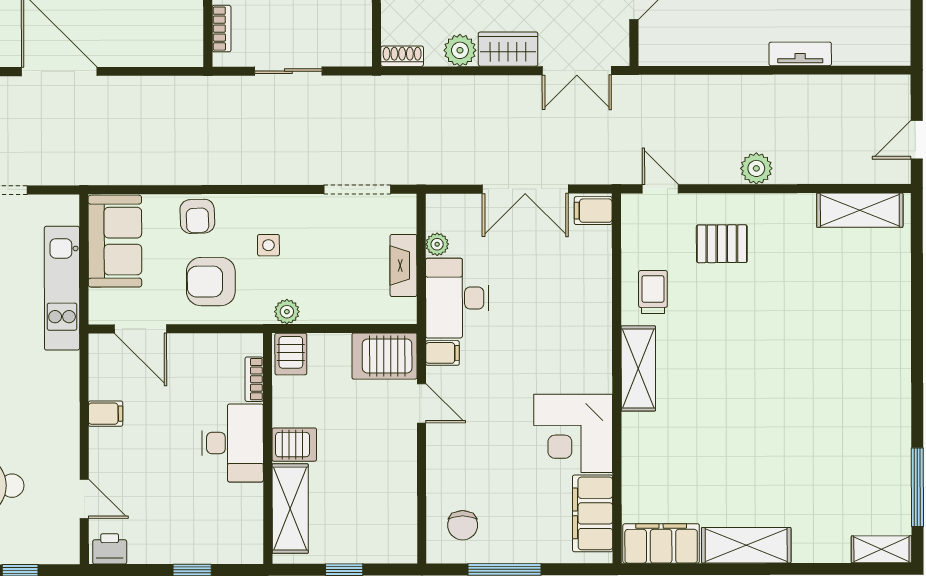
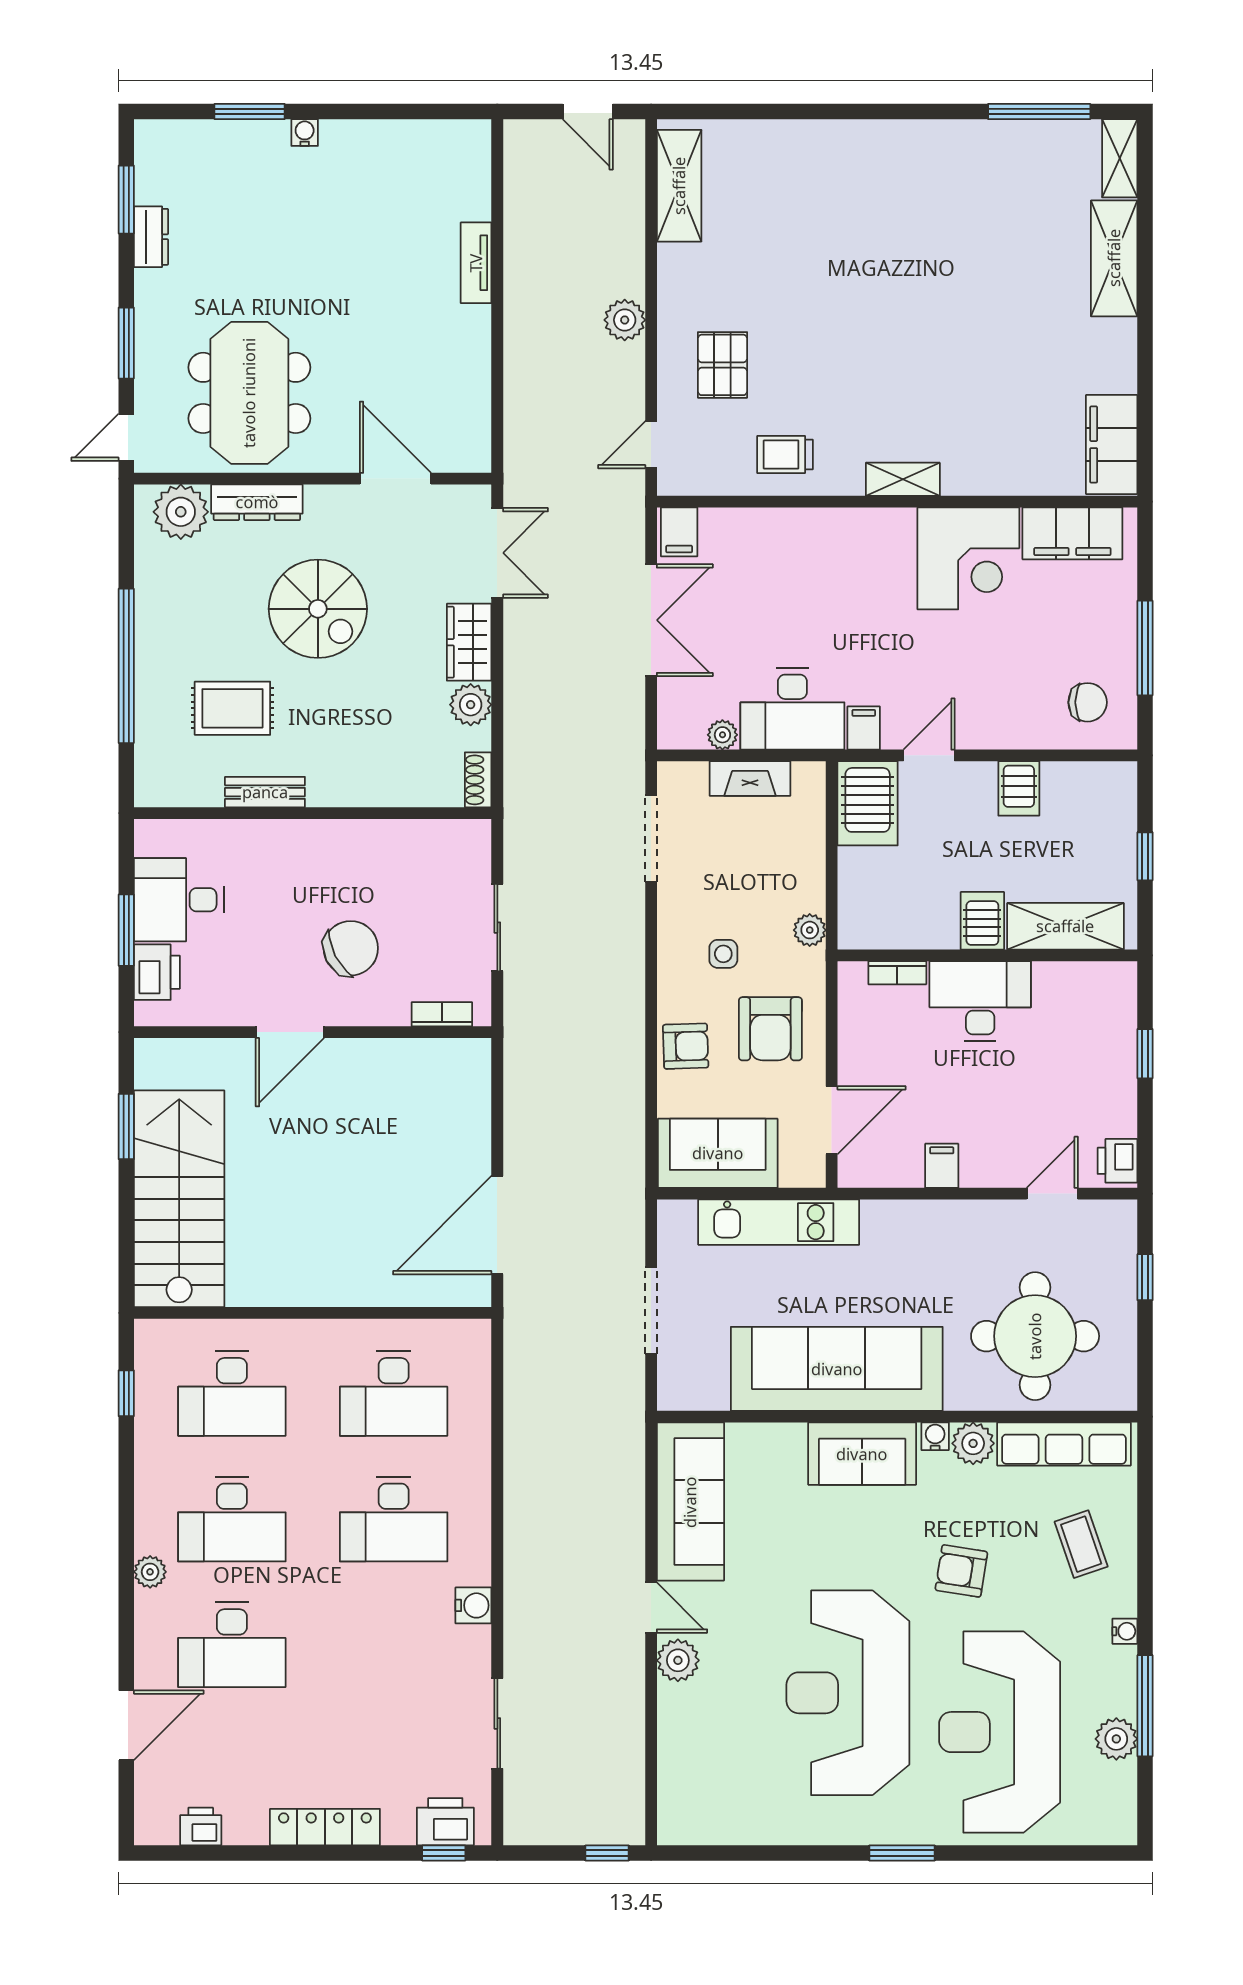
server rack: (291, 354) -> (1019, 788), moved, turned 90
shelving: (638, 368) -> (903, 479), width x0.67, depth x0.75
shelving: (746, 545) -> (1114, 258), moved

